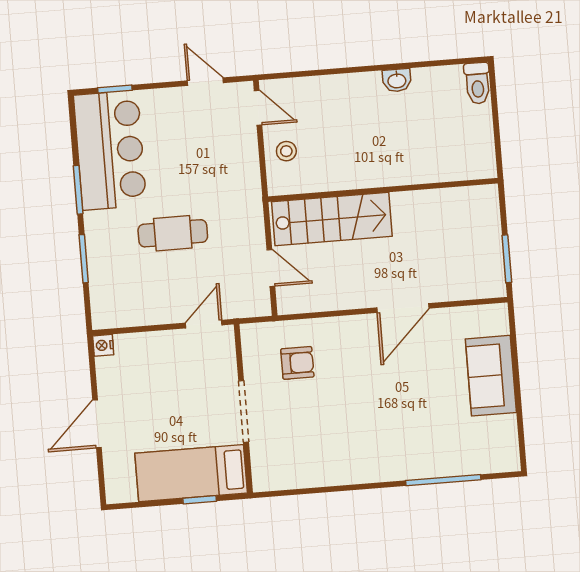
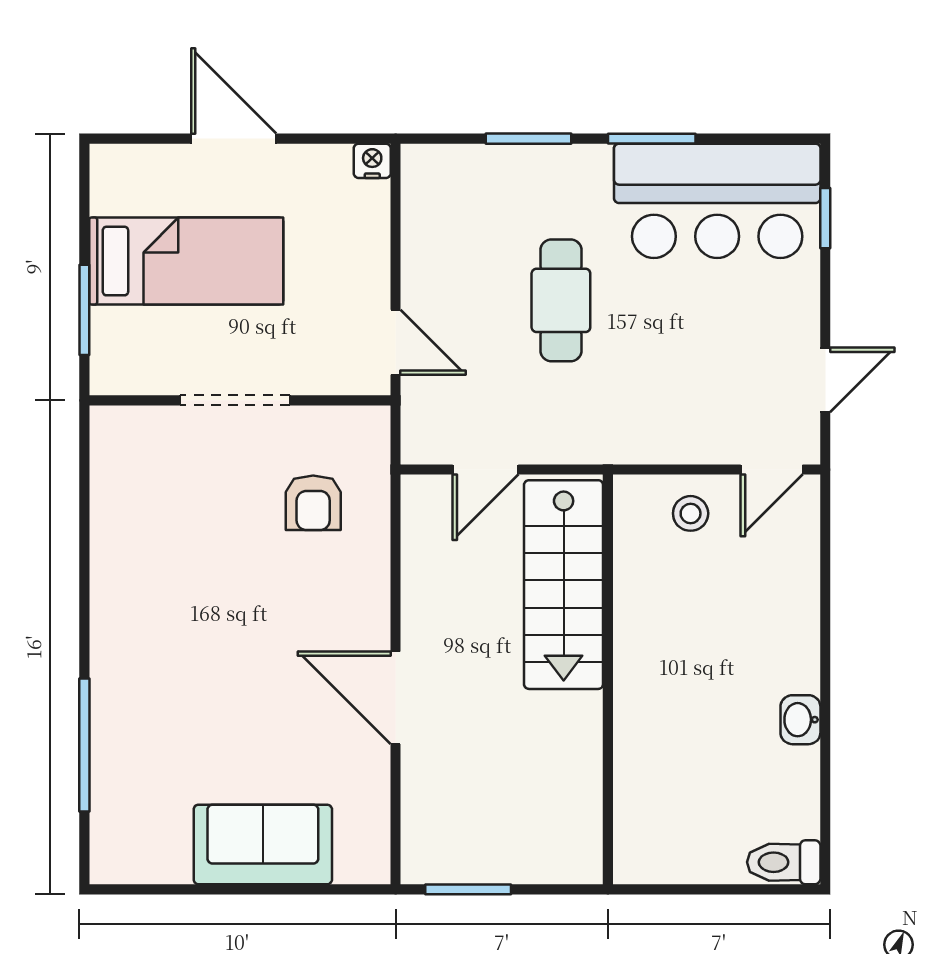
bed: (191, 473) -> (186, 261), moved, turned 90
window: (200, 500) -> (84, 310), width x1.50

